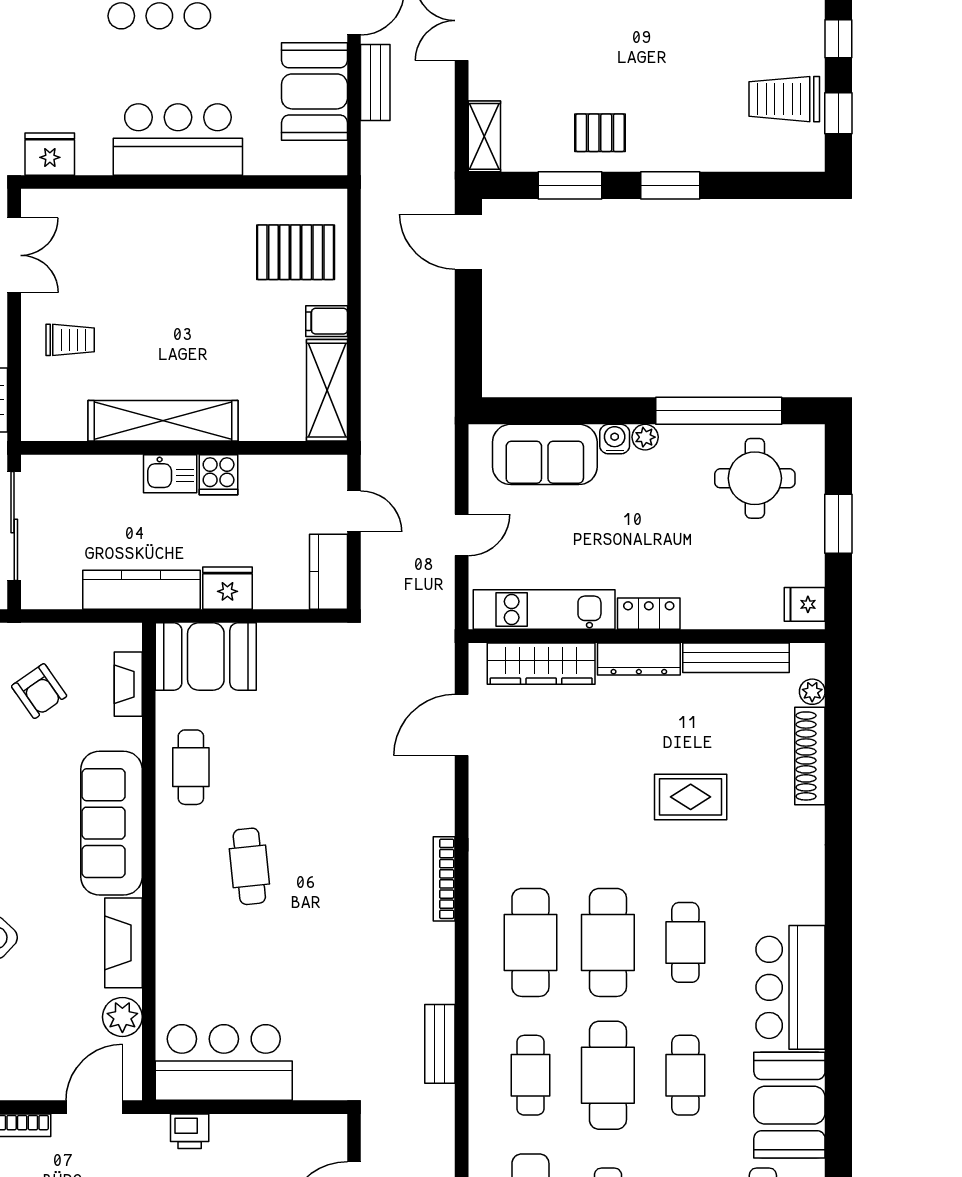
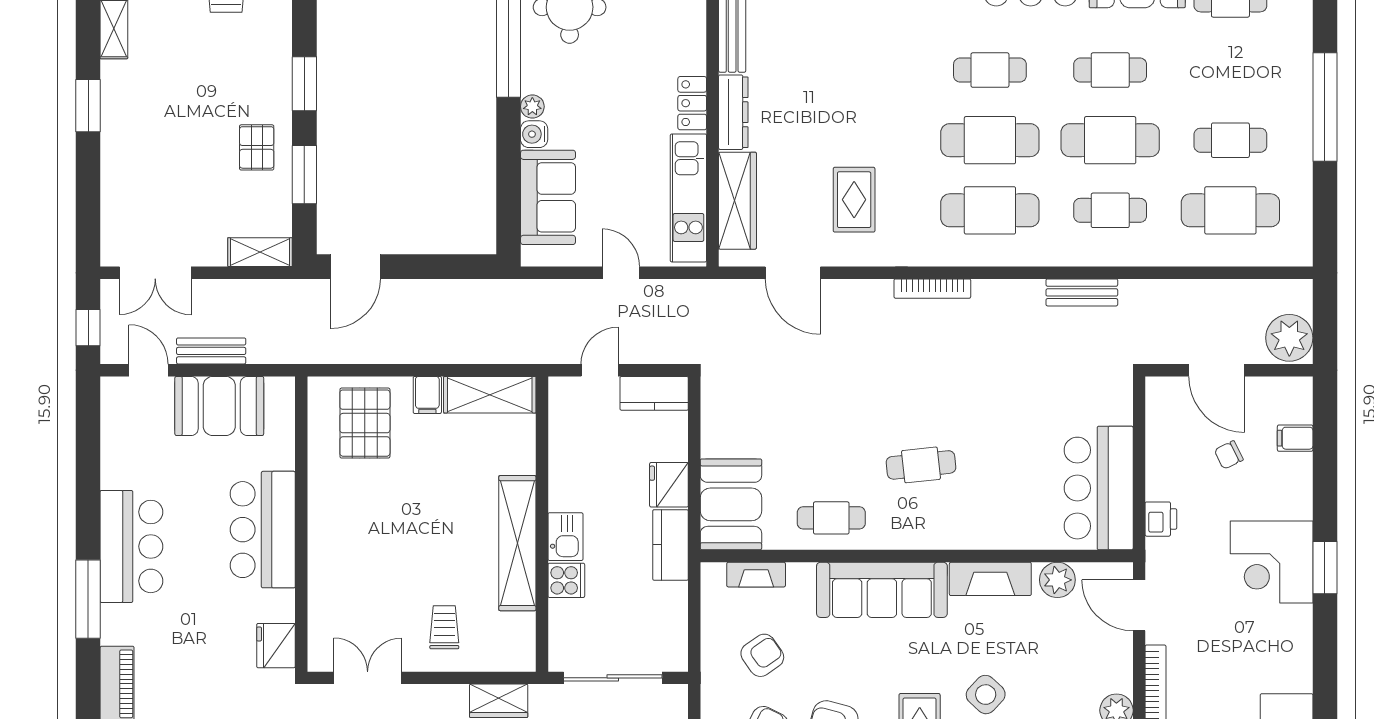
cooker: (219, 475) -> (566, 580), moved
kitchen counter: (141, 590) -> (670, 545), width x0.67
rug: (691, 797) -> (854, 200), moved

